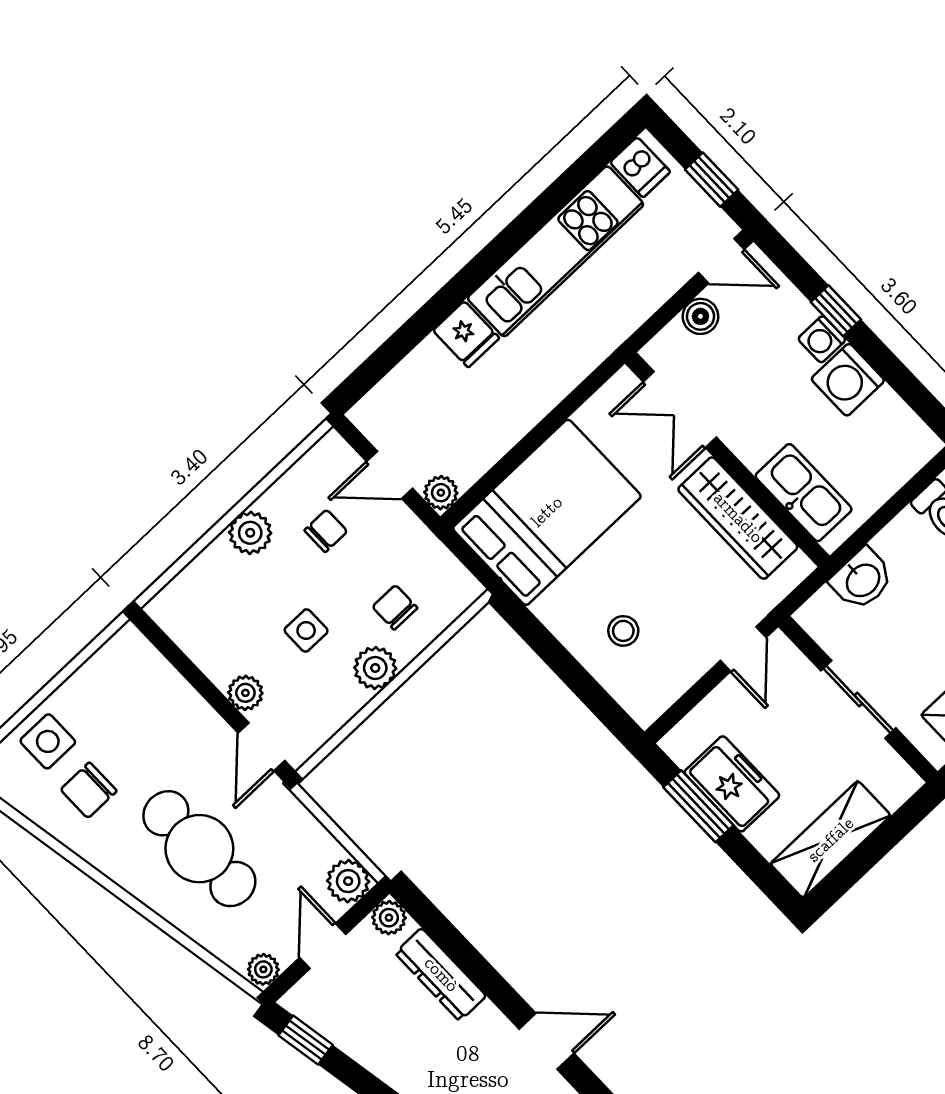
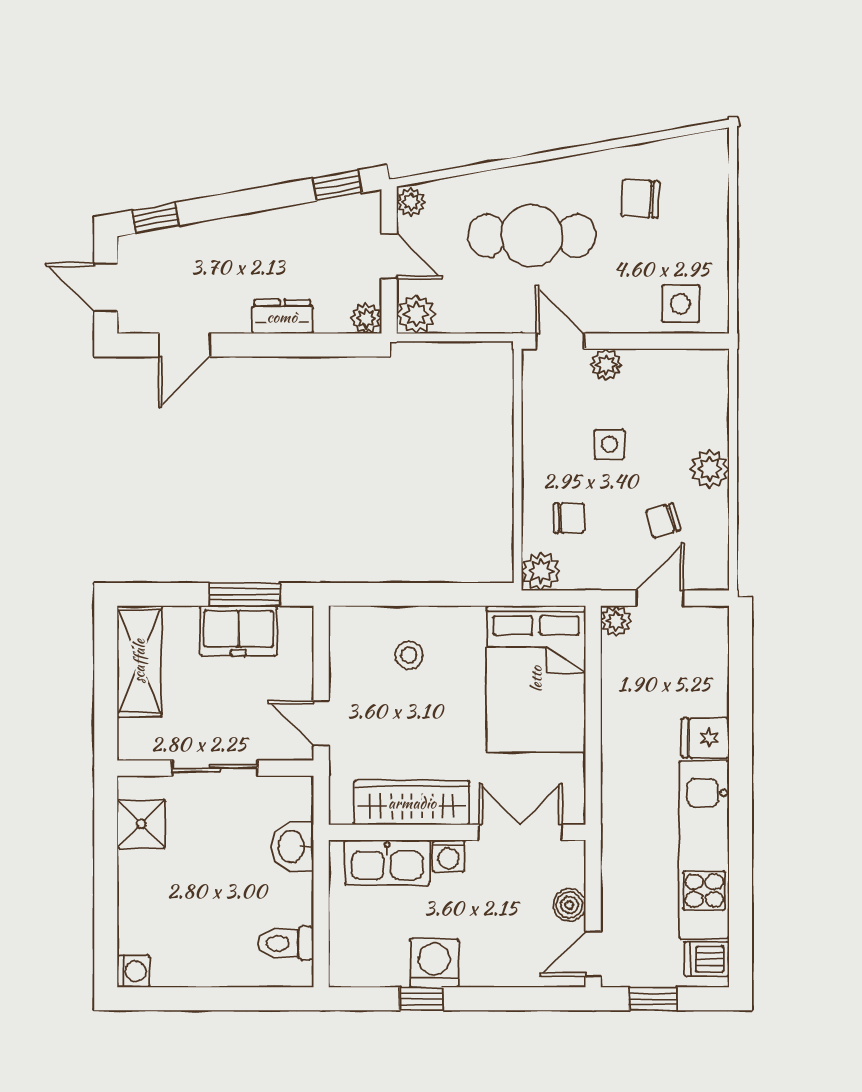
window: (836, 311) -> (421, 999), moved
washing machine: (822, 339) -> (449, 856), moved, turned 180
chair: (326, 531) -> (663, 520), turned 74
plant: (375, 668) -> (541, 571), moved
side table: (48, 741) -> (681, 304), moved
chair: (89, 790) -> (640, 199), turned -87
dresser: (441, 975) -> (282, 317), width x0.70

